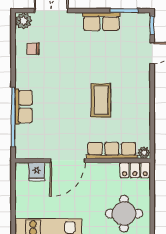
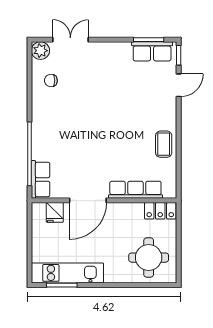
row of seats: (101, 22) -> (152, 51), moved
coffee table: (101, 100) -> (164, 144), moved, width x0.73, depth x0.77
row of seats: (23, 107) -> (41, 179), moved
plant: (144, 153) -> (170, 192), removed

